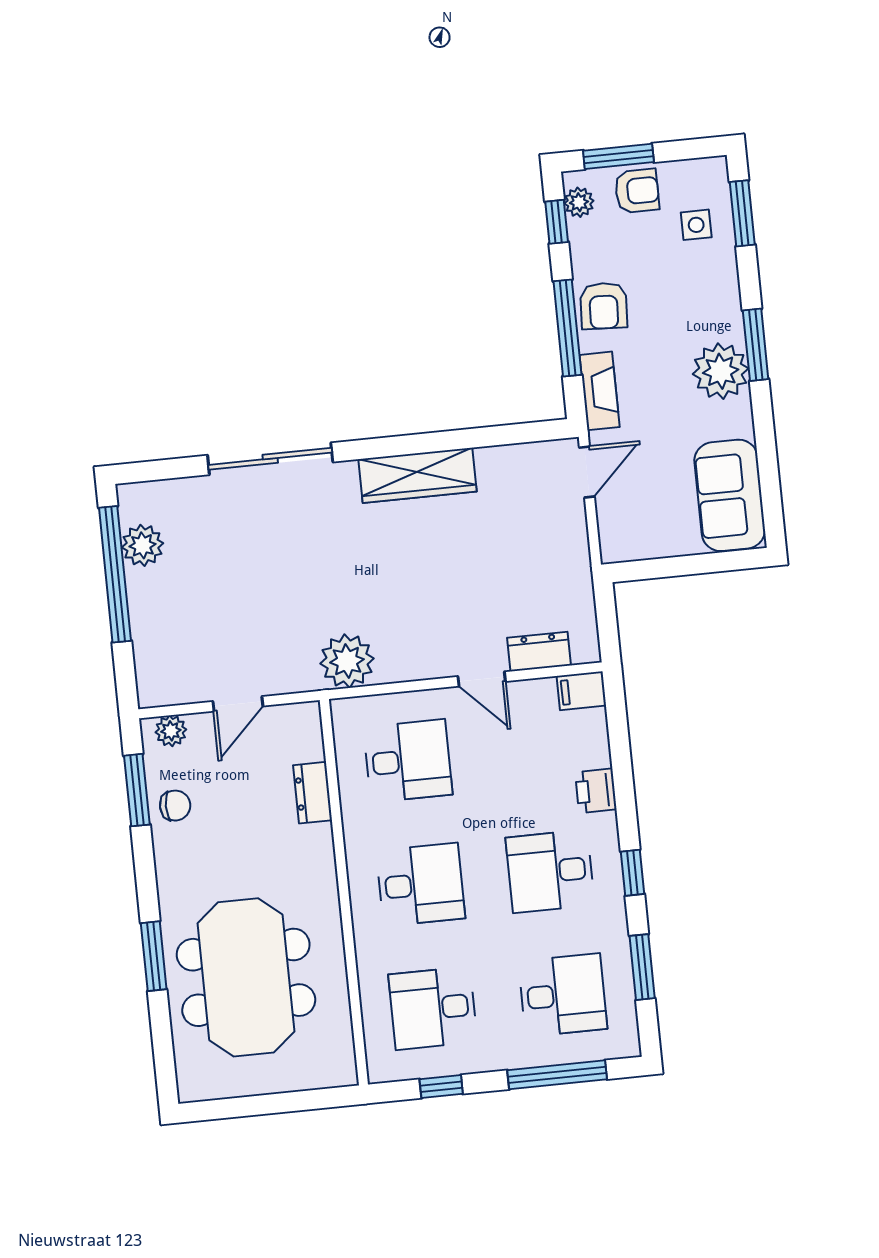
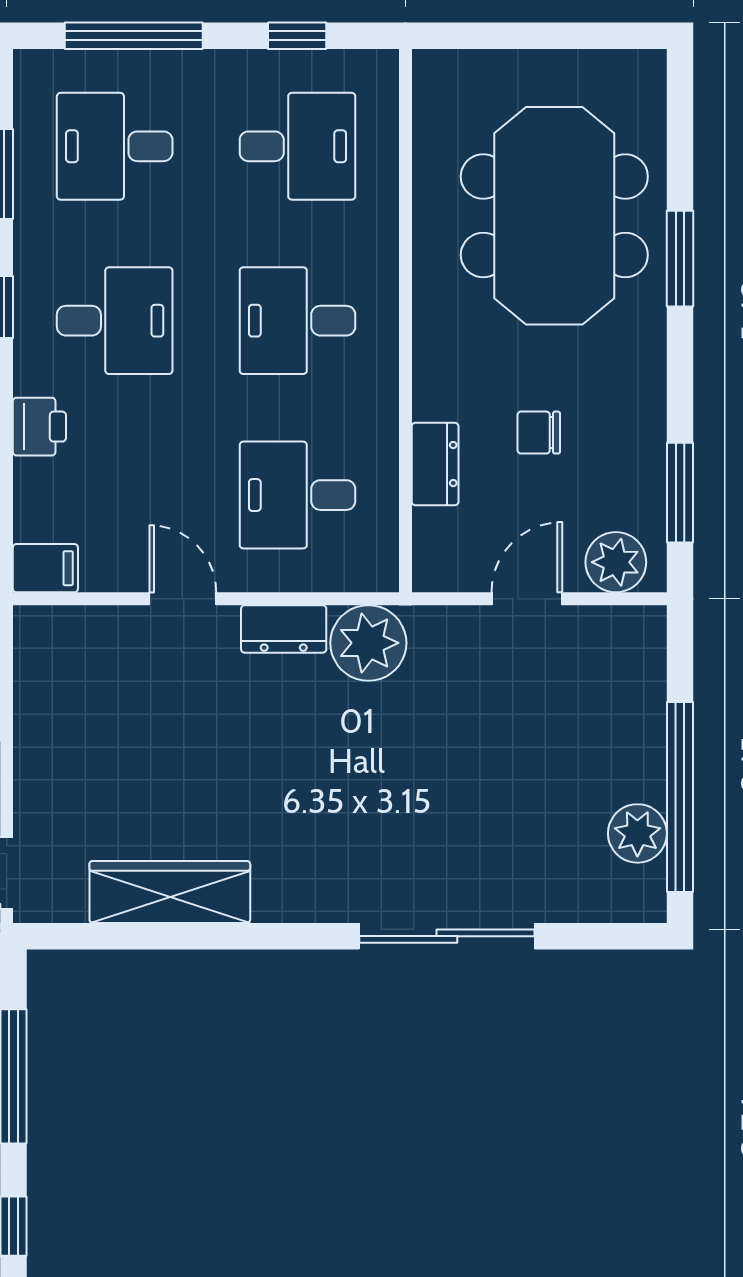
wardrobe: (417, 475) -> (170, 892), moved
dresser: (539, 652) -> (284, 629), moved
plant: (171, 731) -> (616, 562), width x1.38, depth x1.38
chair: (175, 806) -> (539, 433), moved

